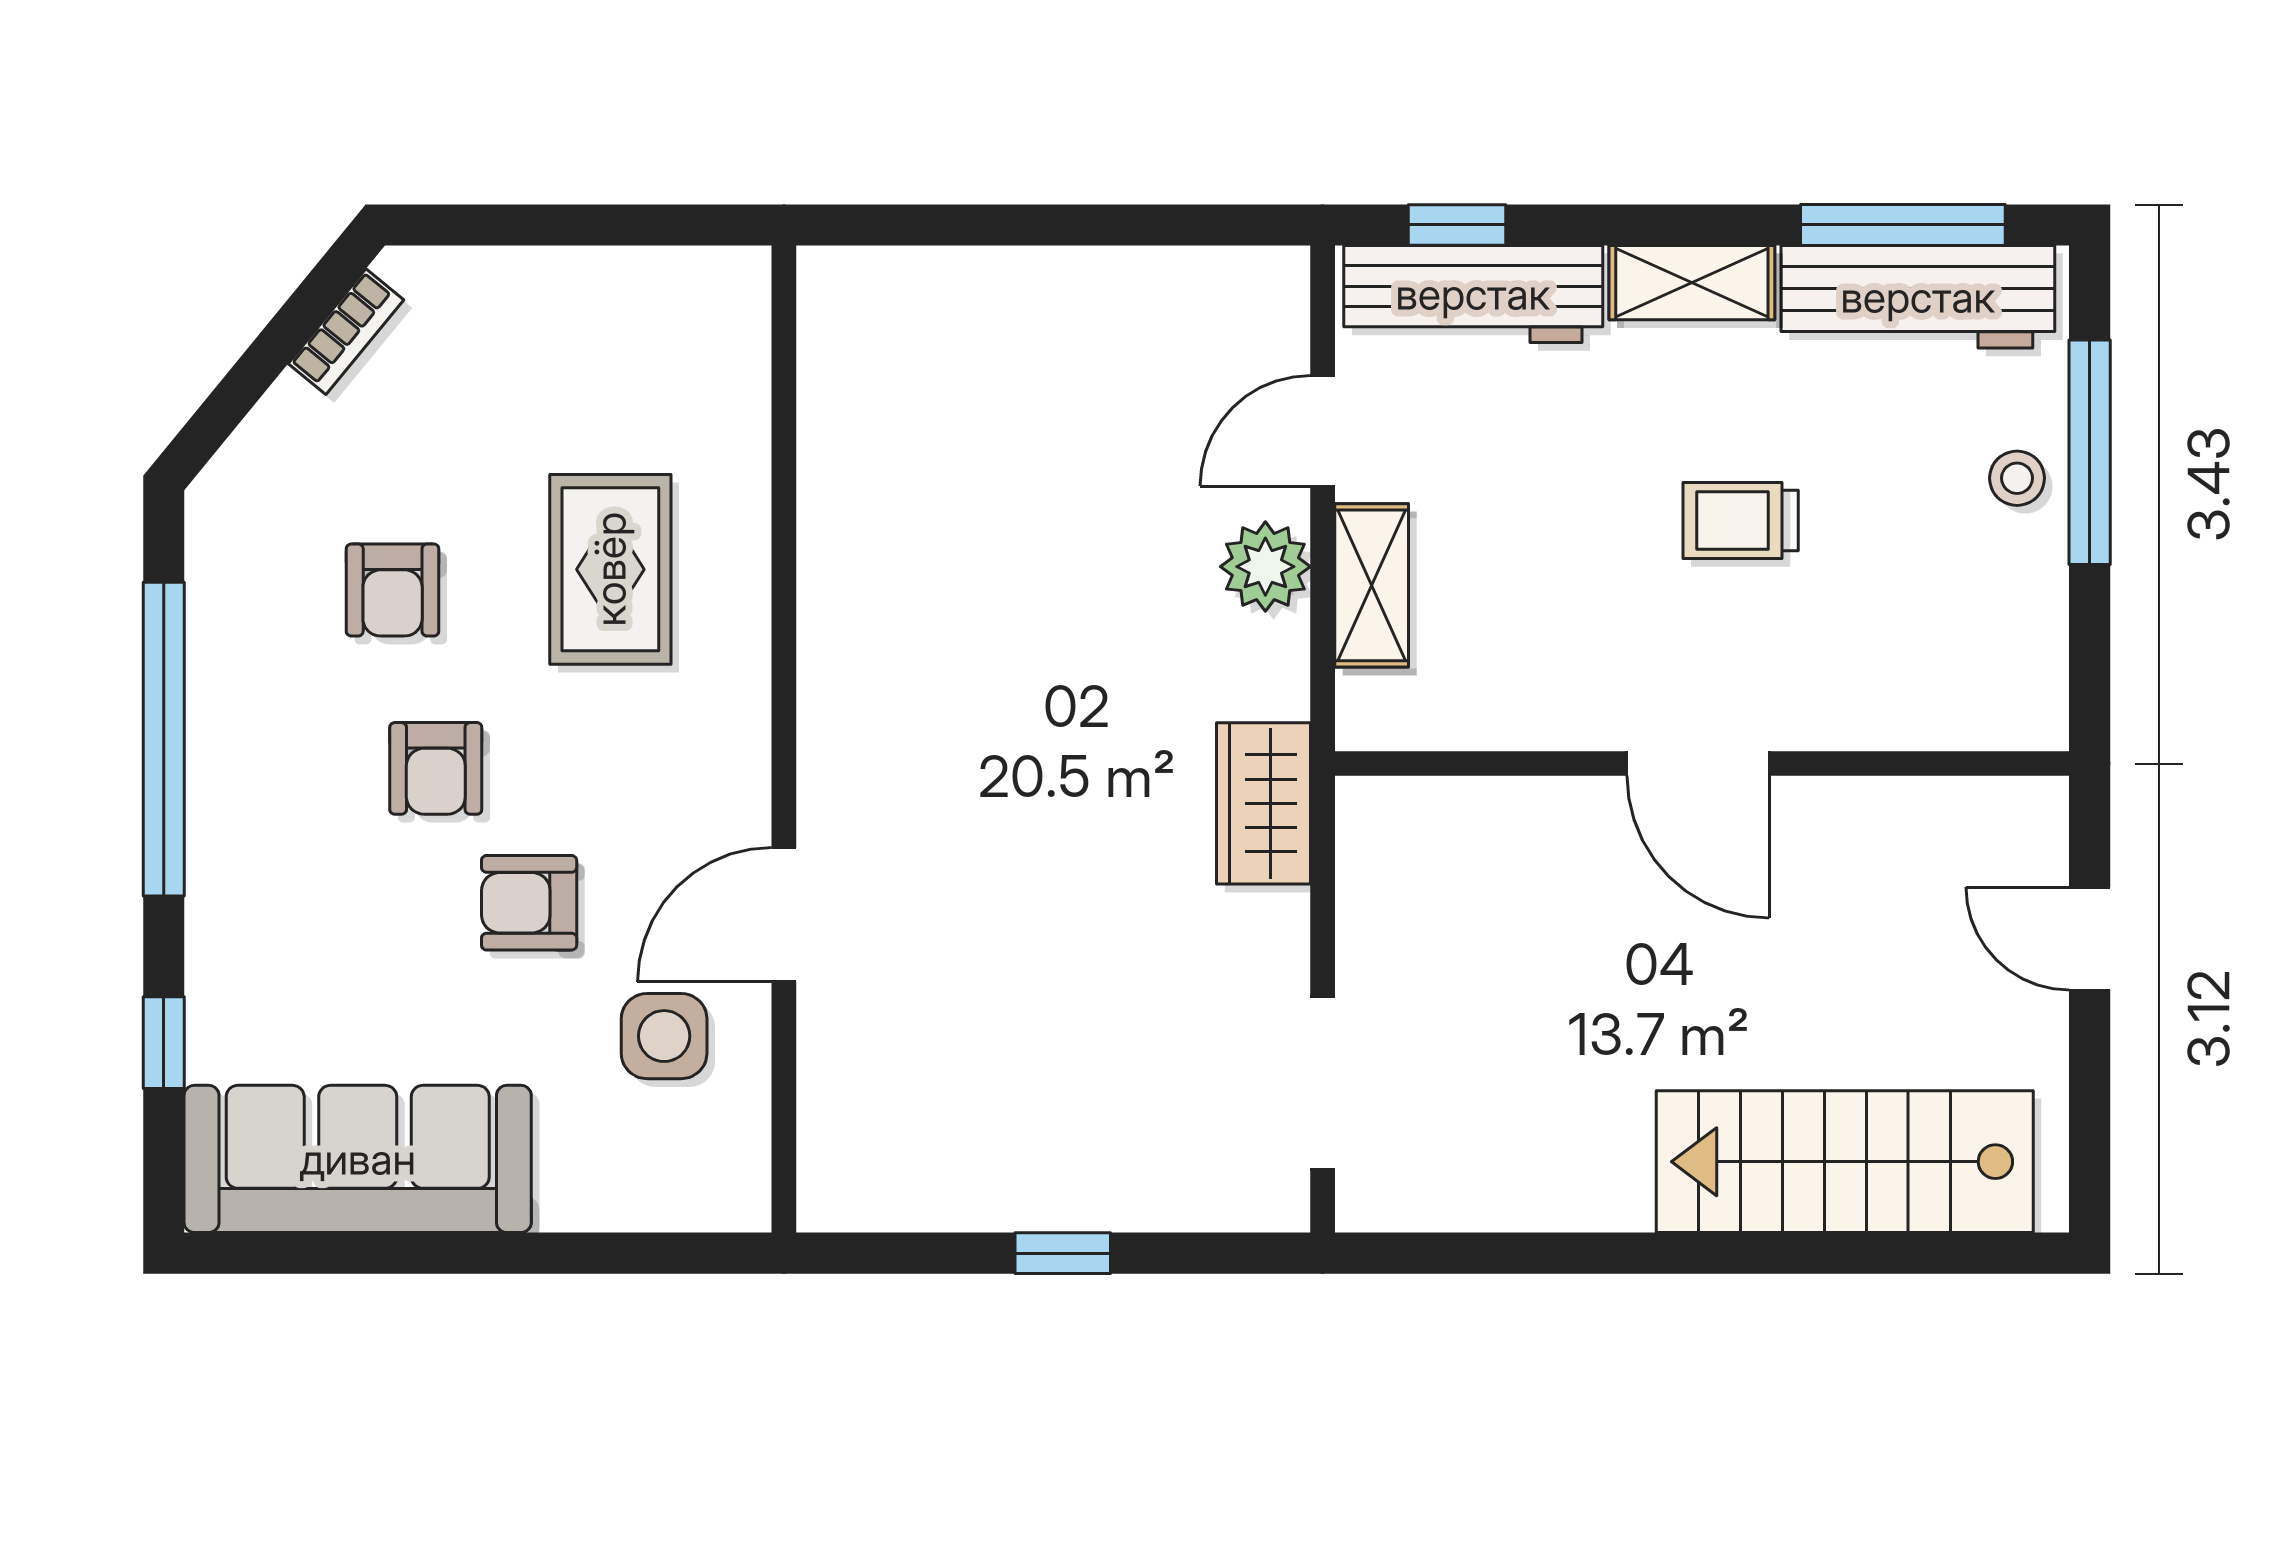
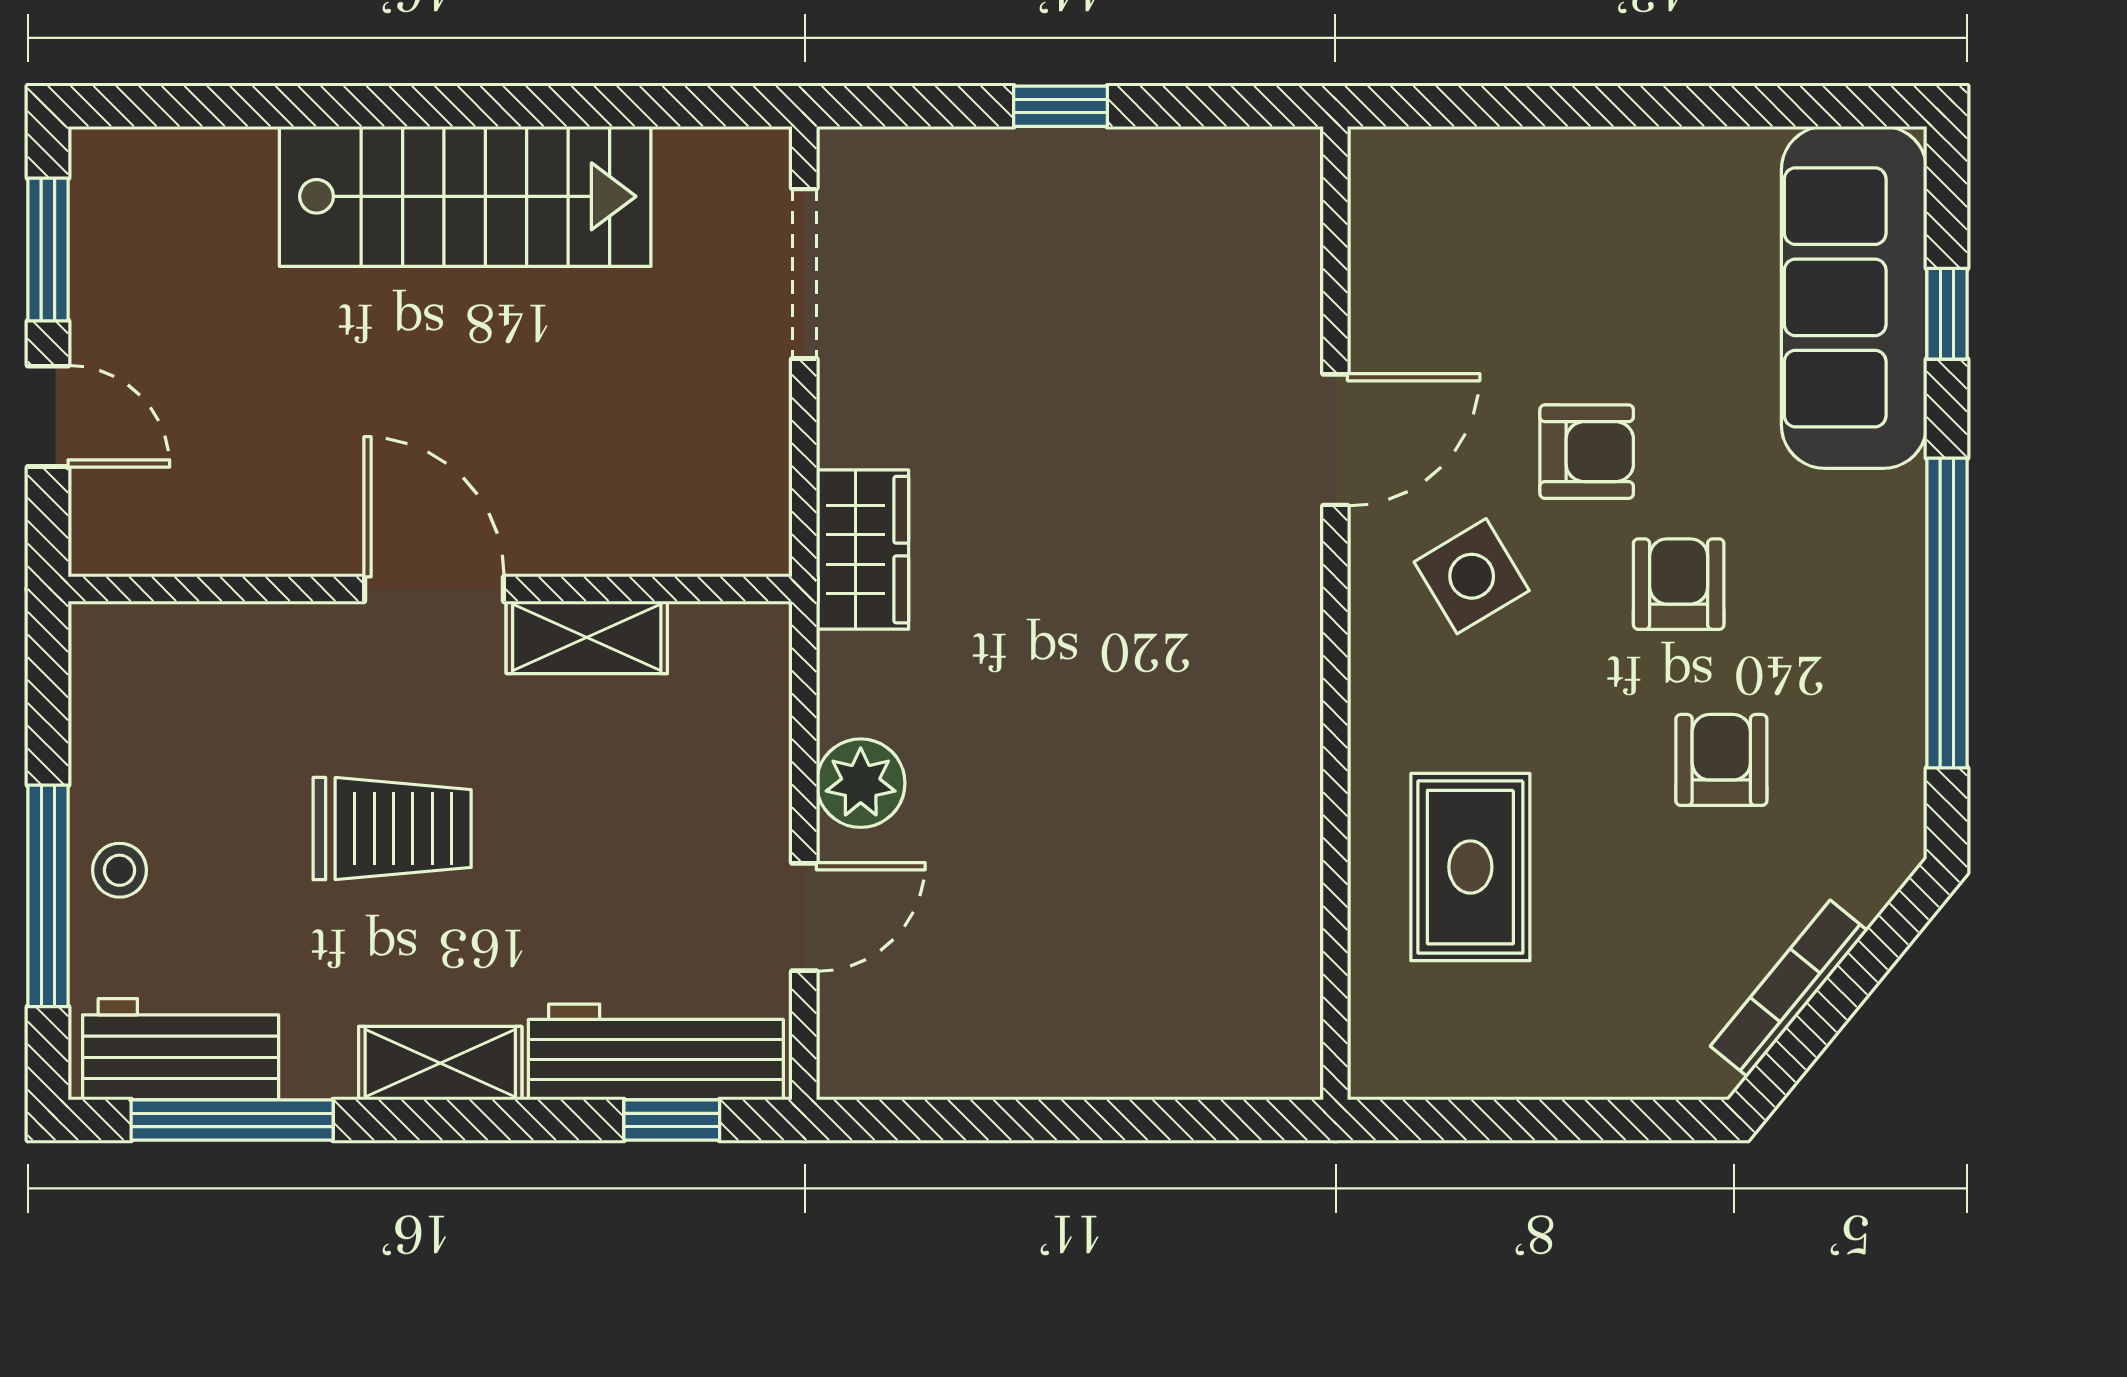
workbench: (1918, 297) -> (181, 1049), width x0.73
bookcase: (346, 332) -> (1789, 988), width x1.56
trolley: (1741, 521) -> (392, 829), width x1.36, depth x1.39
rug: (610, 569) -> (1470, 867), moved
shelving: (1372, 585) -> (587, 637), moved, turned 90
side table: (664, 1036) -> (1472, 576), moved, turned -31
window: (2090, 1108) -> (48, 250), added
sofa: (358, 1159) -> (1854, 297), moved, turned 90
stairs: (1845, 1162) -> (465, 196), moved

